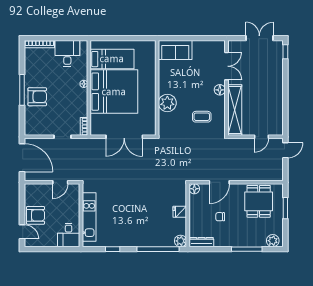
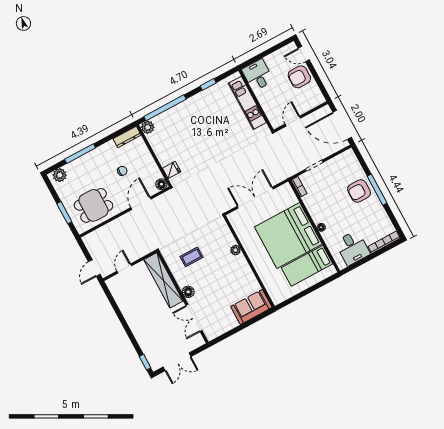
plant: (167, 103) -> (235, 250), width x0.53, depth x0.53
dining table: (259, 201) -> (93, 205), turned 90
fridge: (180, 212) -> (172, 170), moved

